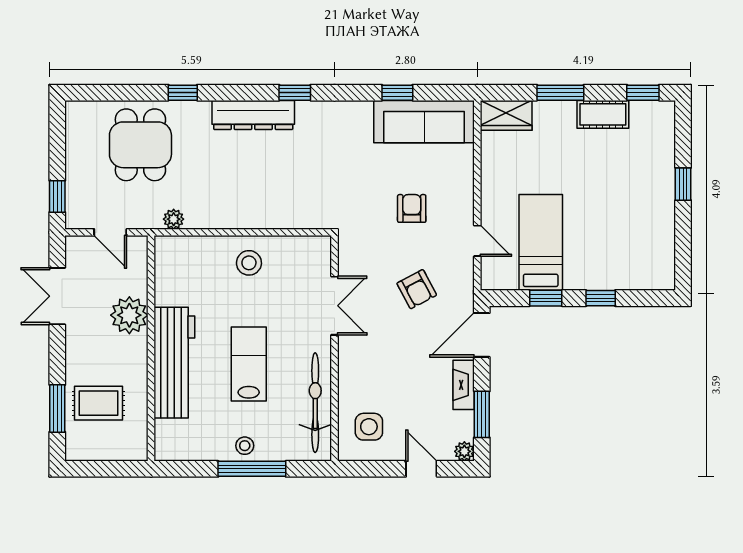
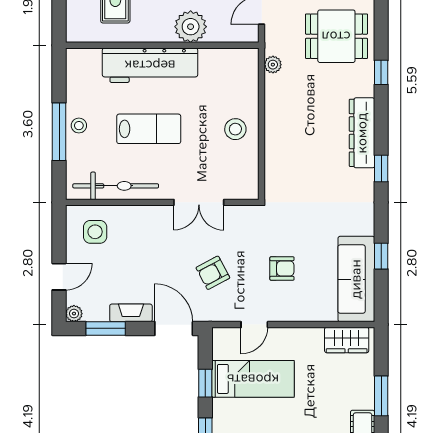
wardrobe: (506, 115) -> (347, 340), moved, turned -90

